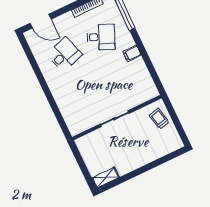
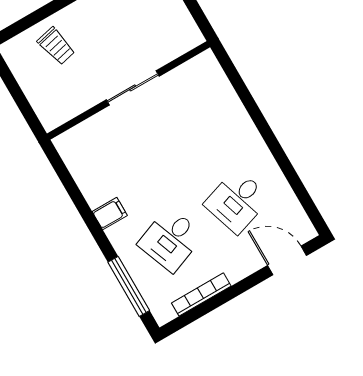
desk: (101, 37) -> (171, 240), turned -45
trolley: (159, 119) -> (56, 46), moved

